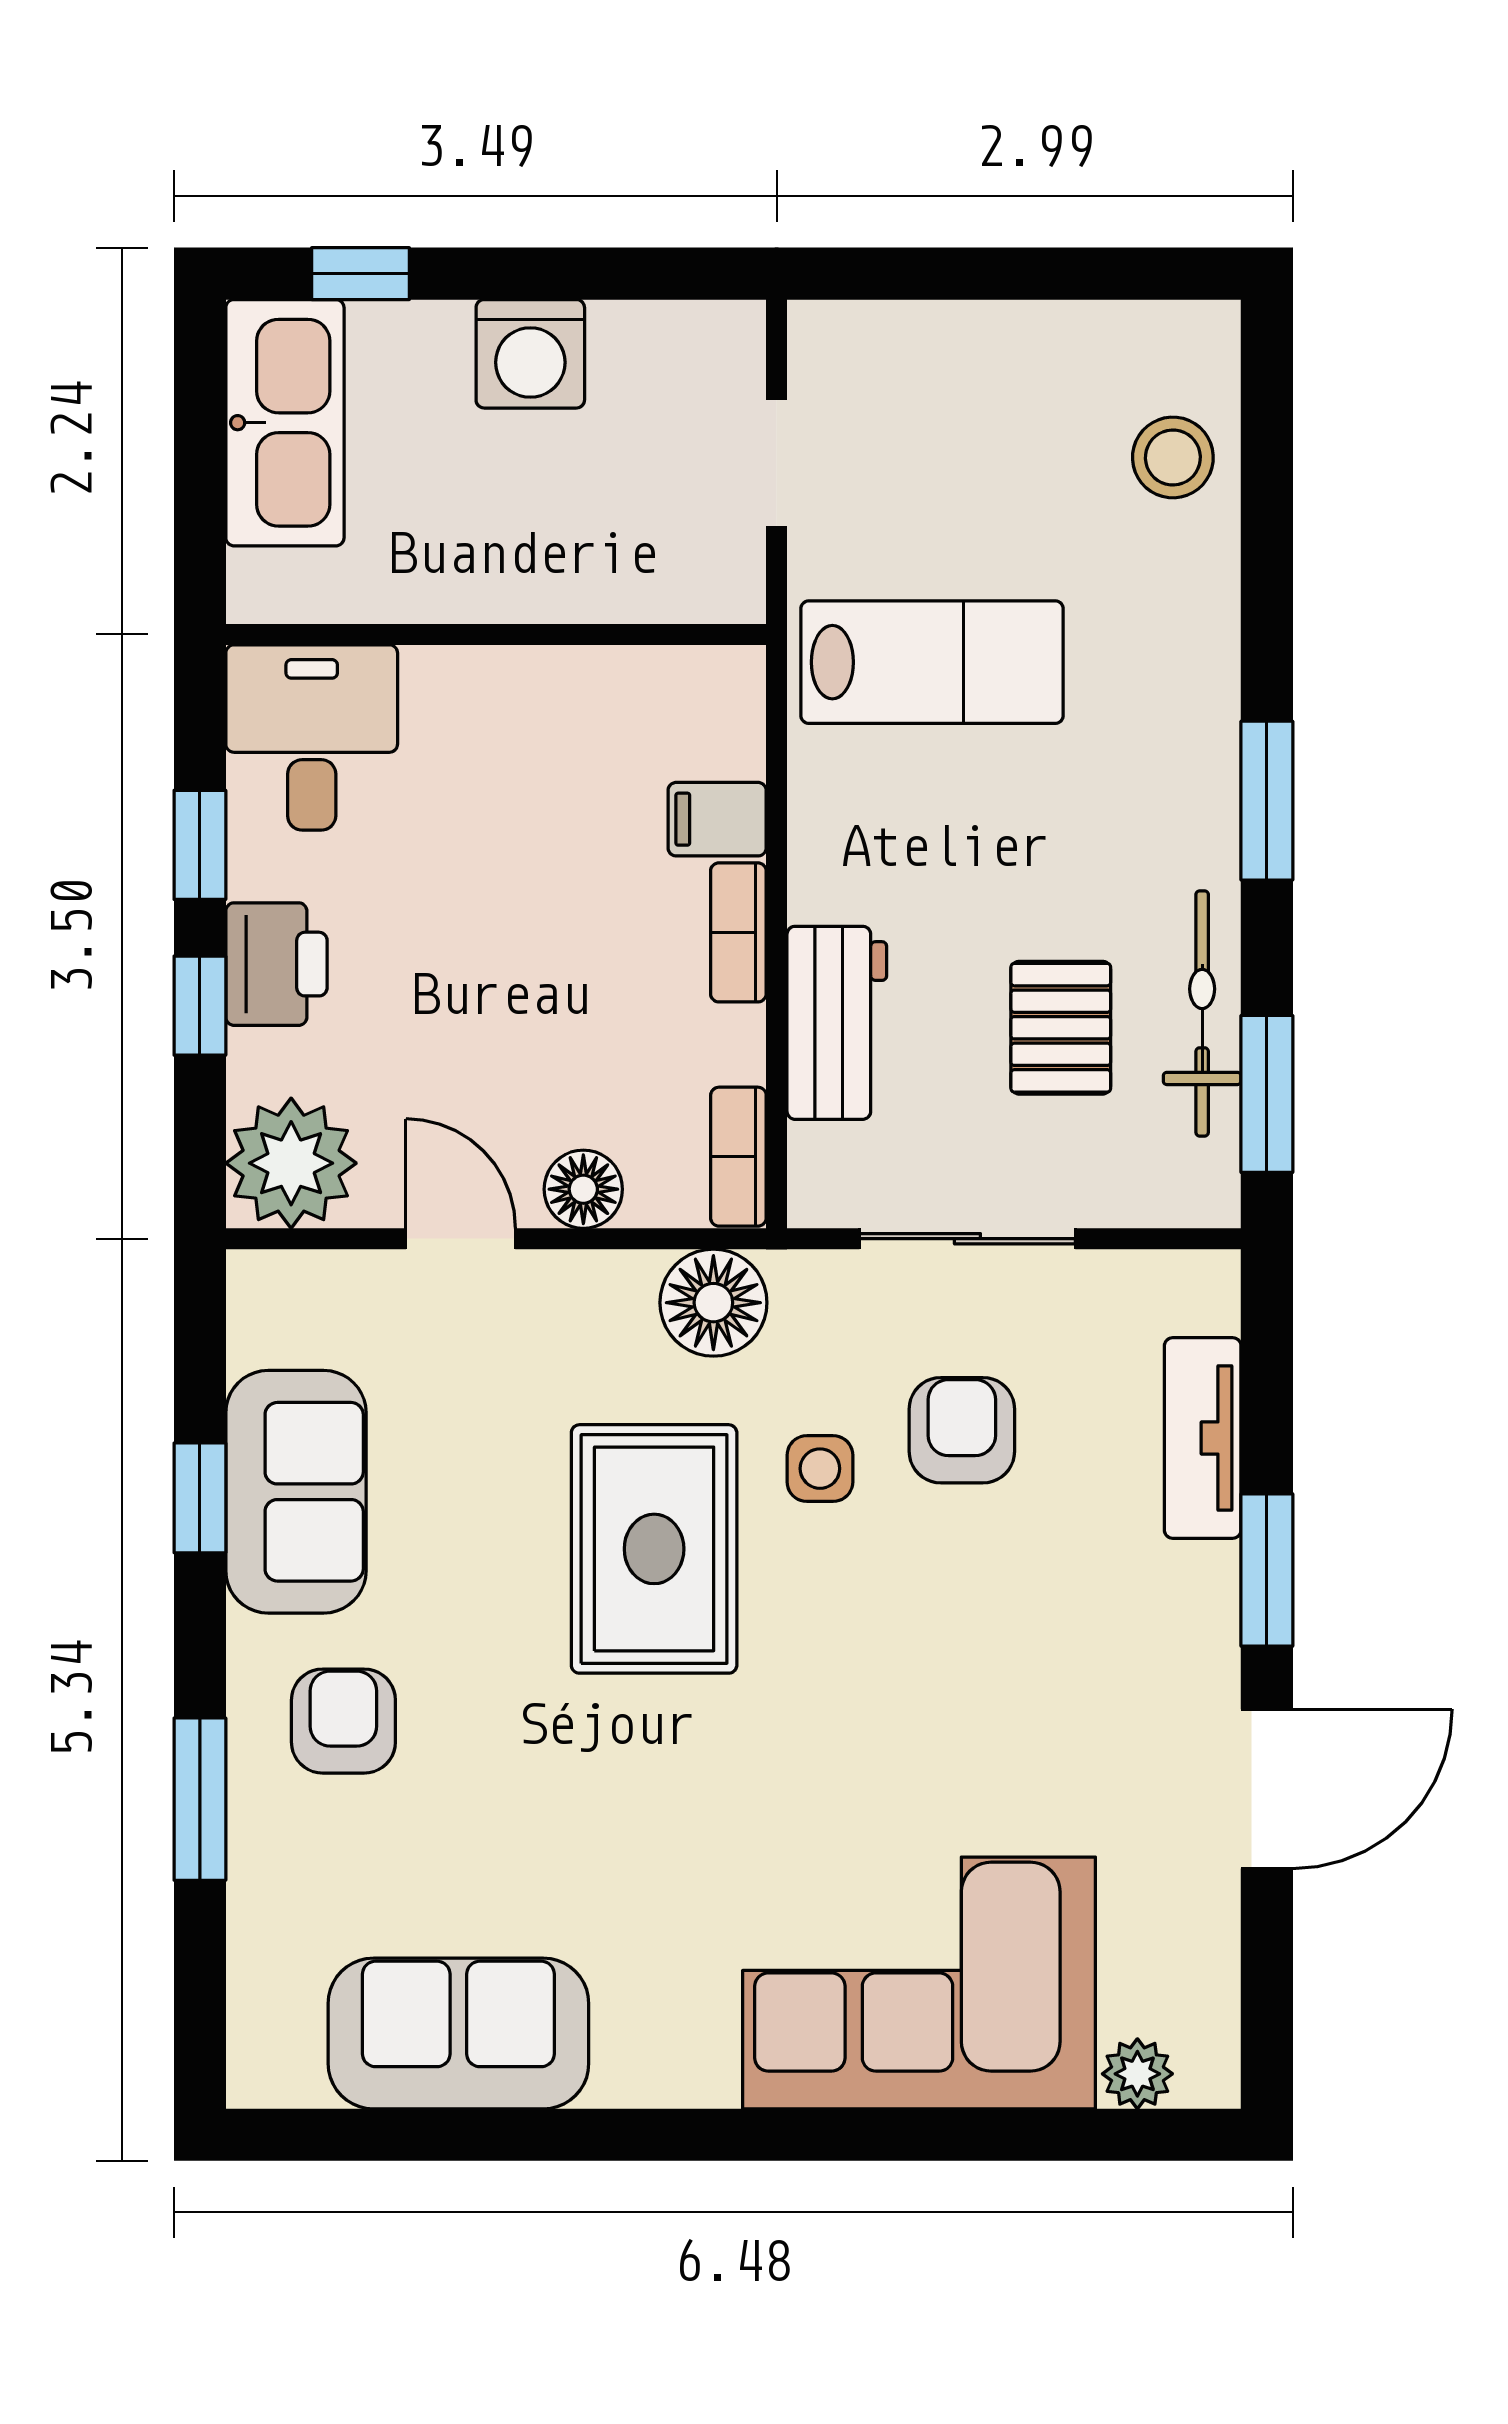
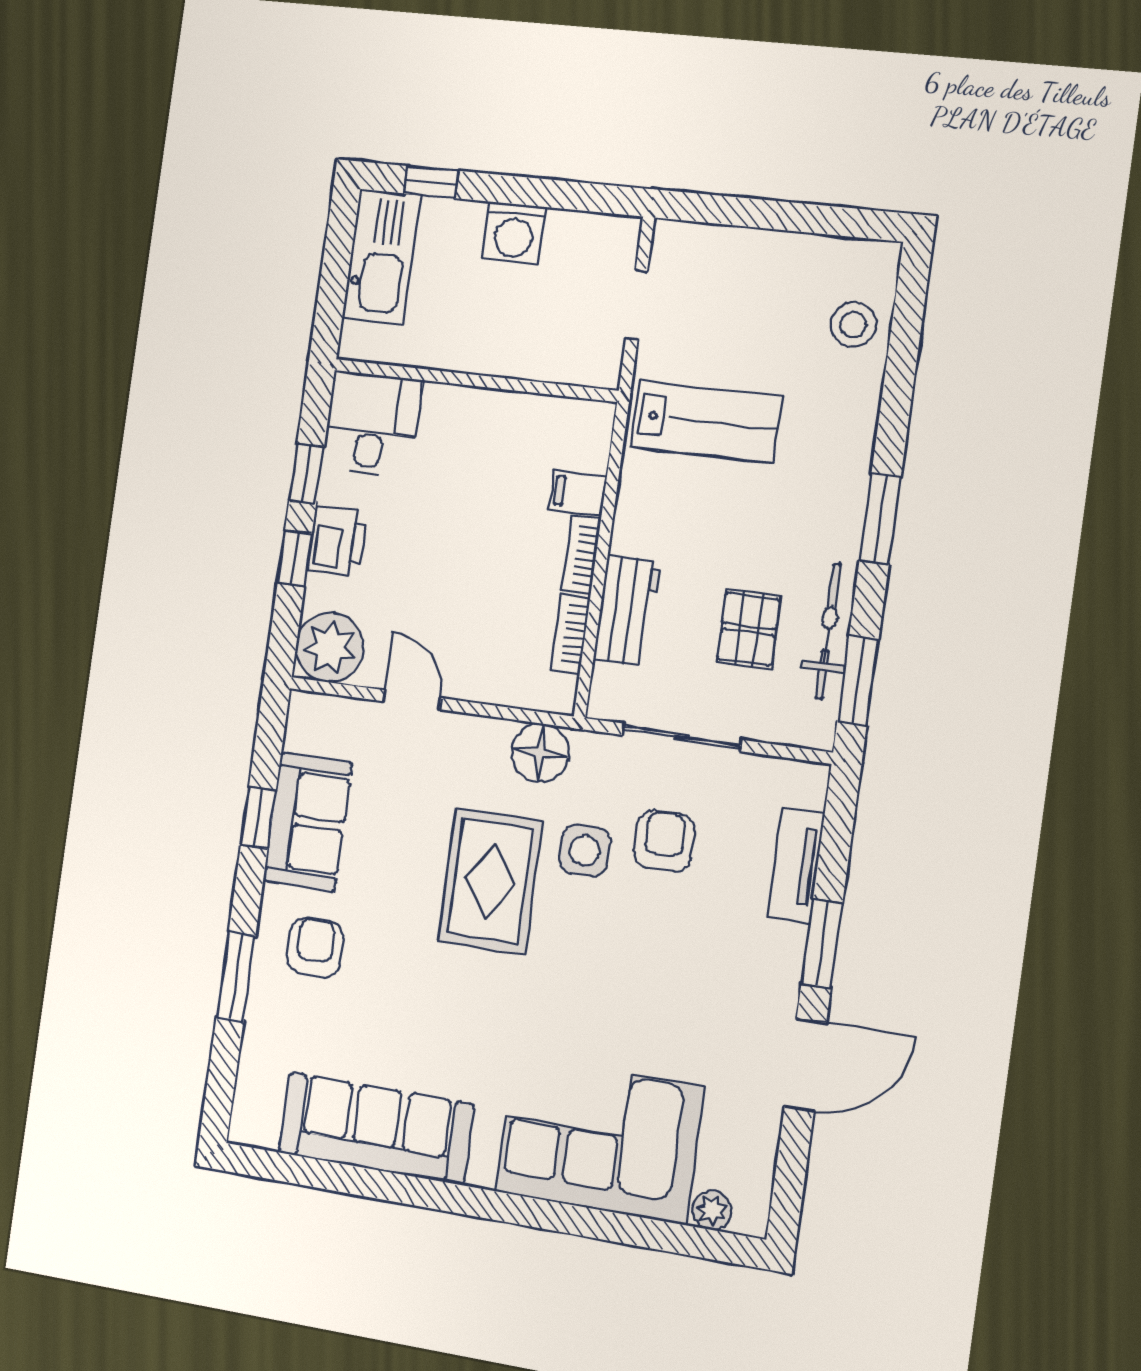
bookcase: (738, 1157) -> (570, 634), moved
floor lamp: (583, 1189) -> (480, 682), removed
side table: (820, 1469) -> (585, 851), width x1.37, depth x1.37
sofa: (458, 2034) -> (376, 1128), width x1.36

